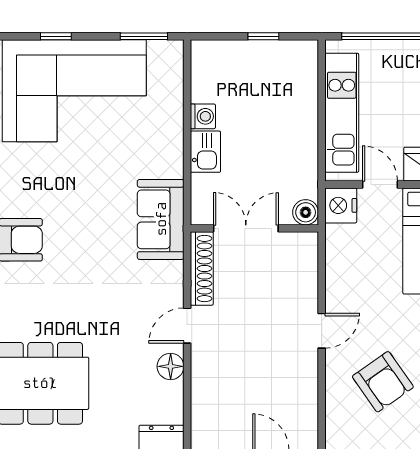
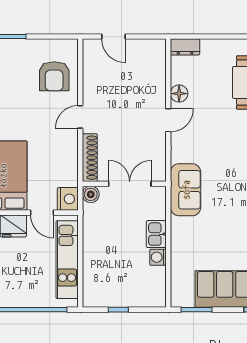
double door: (246, 228) -> (130, 184), swing flipped
shoe rack: (202, 269) -> (90, 158), moved, turned 180
armchair: (383, 382) -> (54, 76), moved, turned -145

